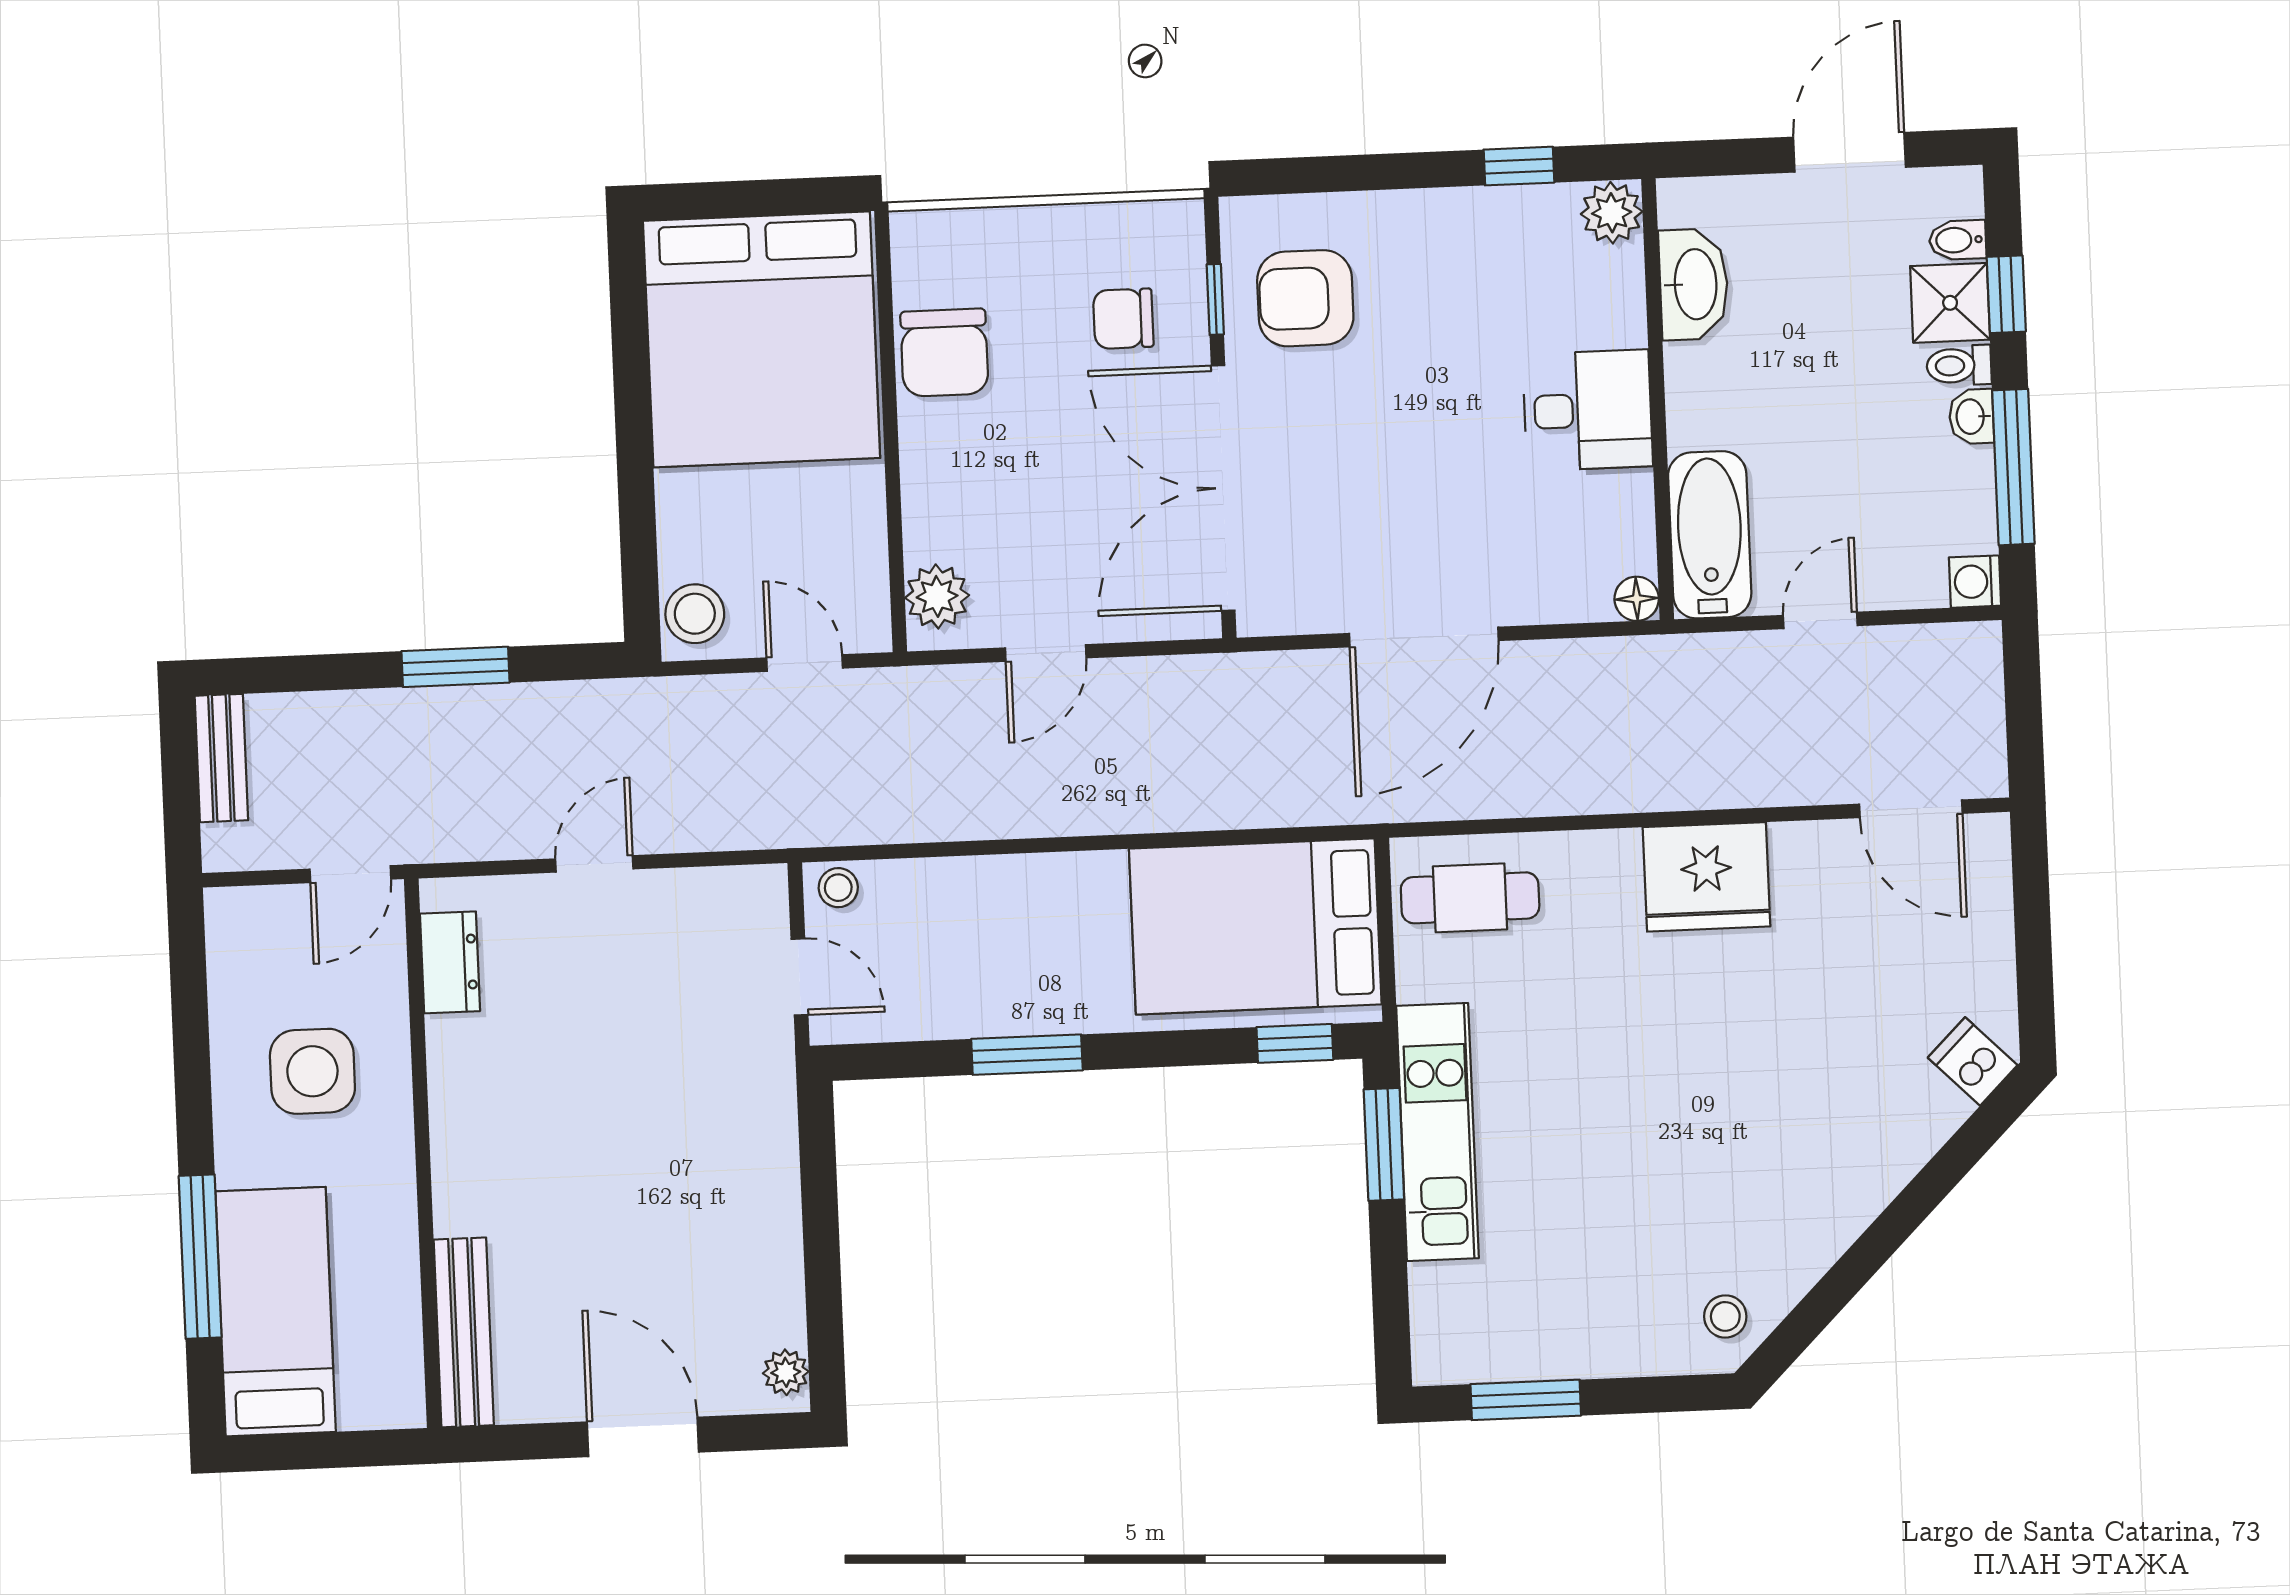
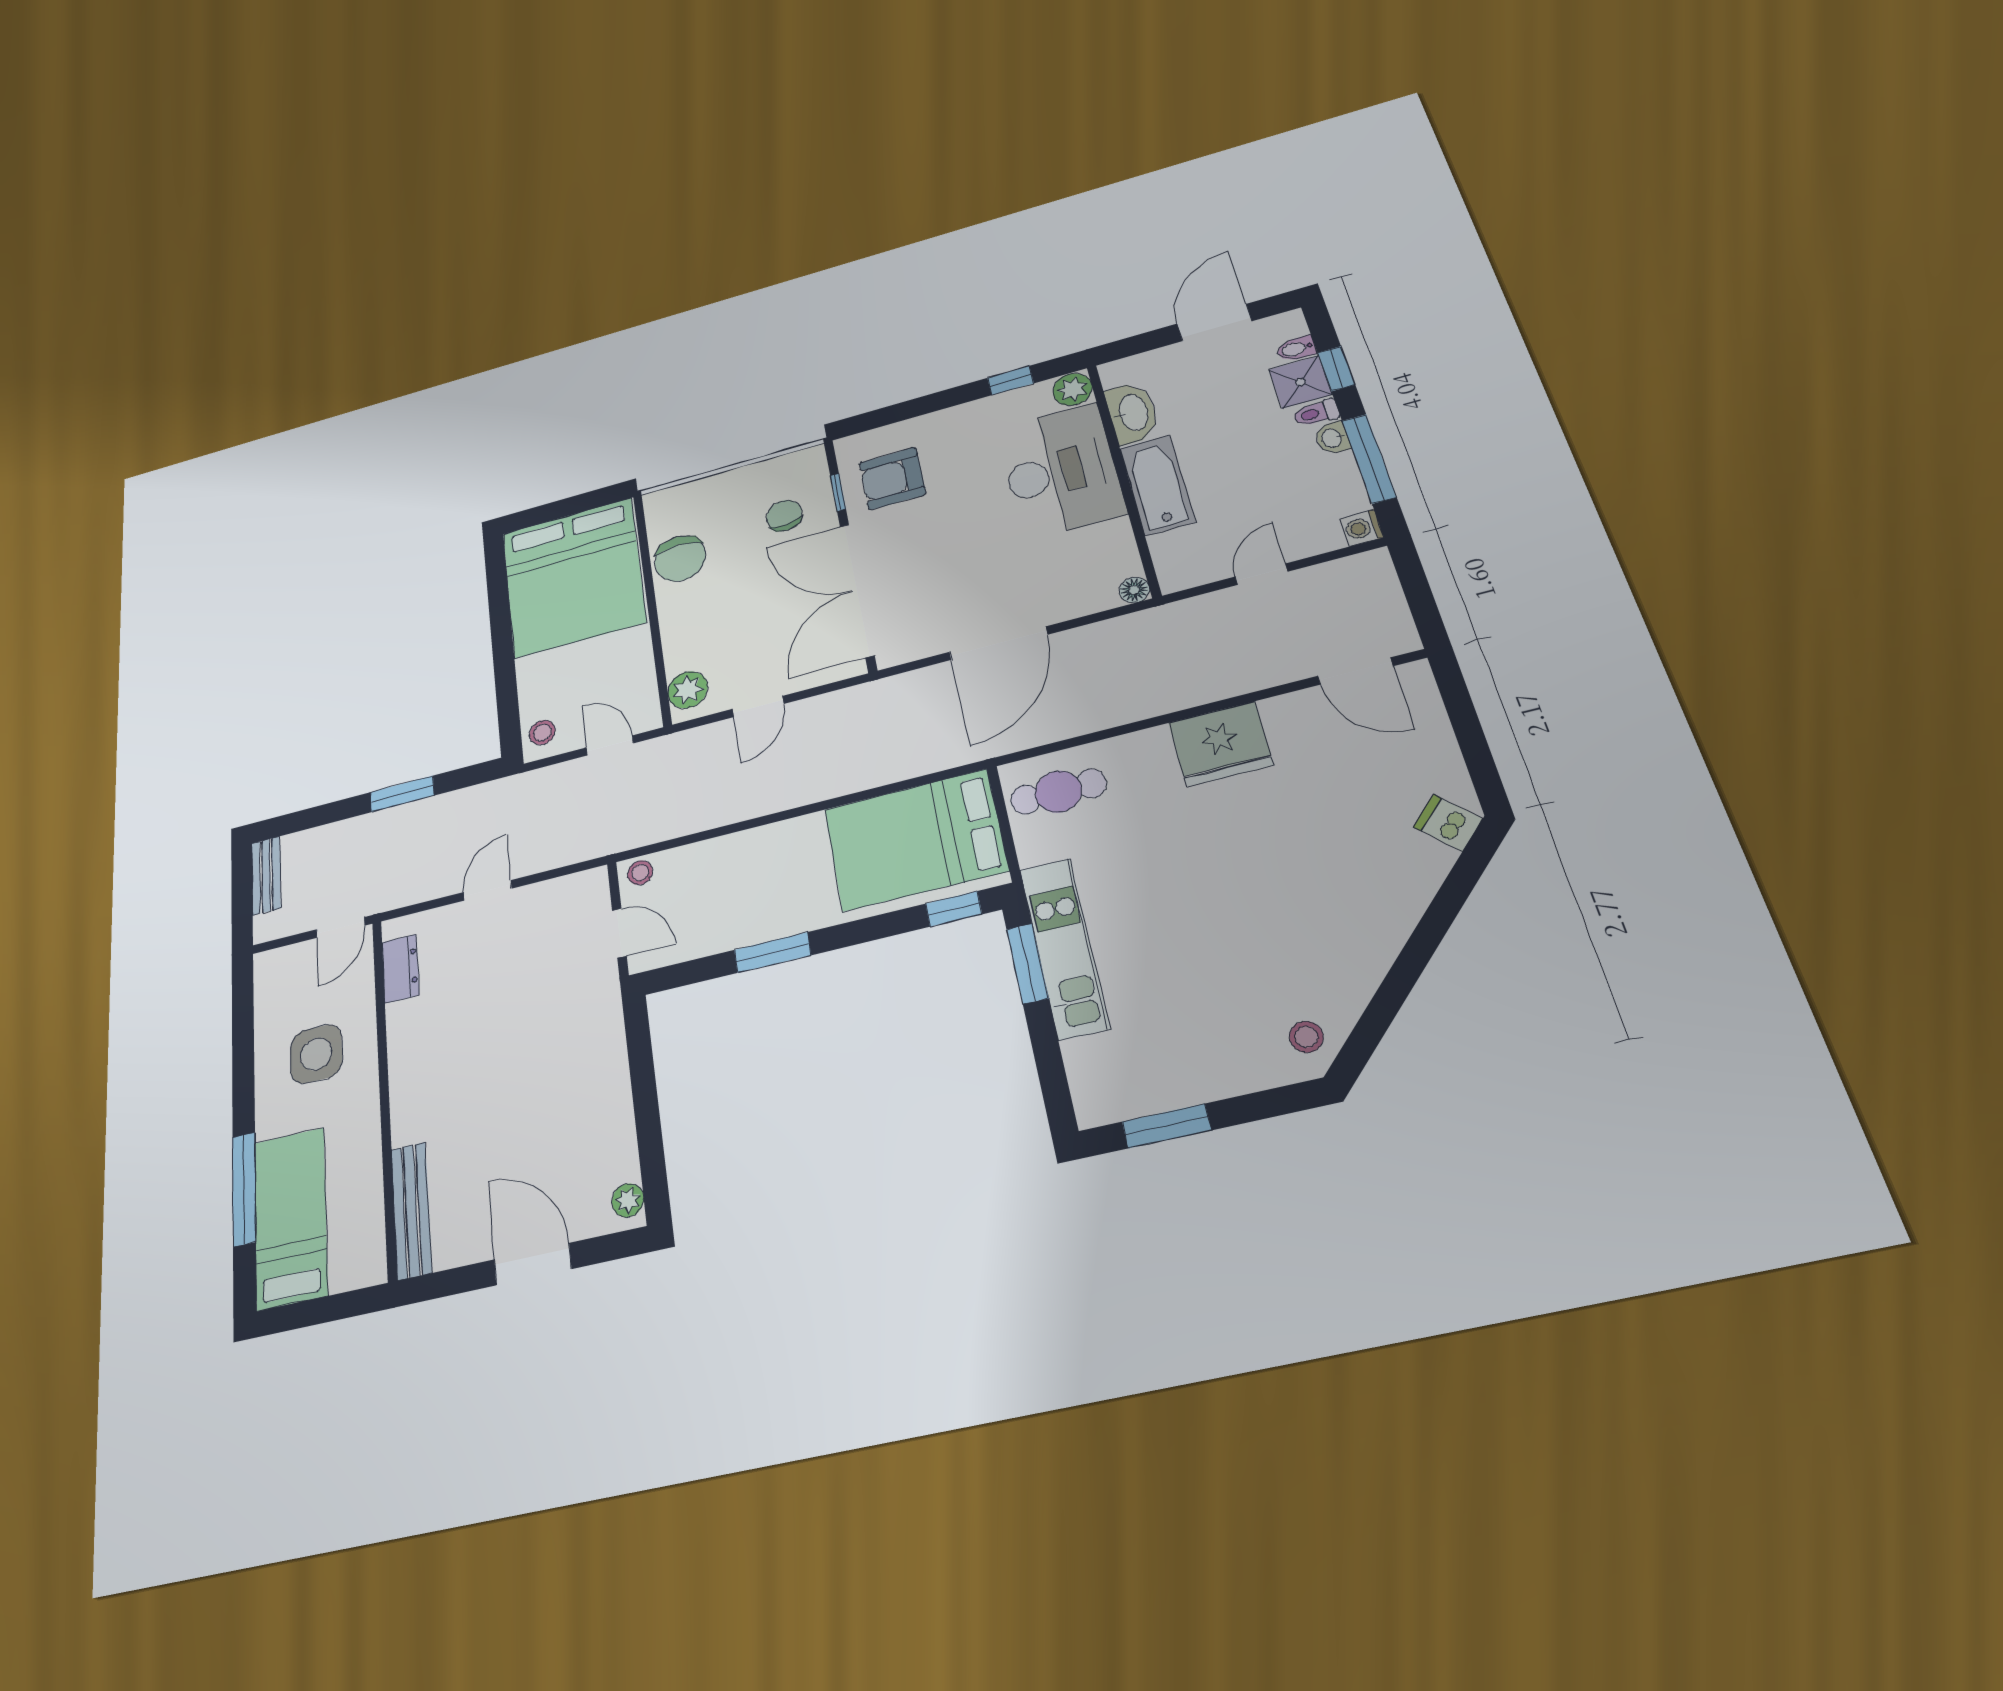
chair: (1123, 319) -> (784, 516), turned 84
desk: (1588, 410) -> (1061, 471), width x1.87, depth x1.30
bathtub: (1710, 535) -> (1157, 485), moved
stool: (695, 614) -> (542, 732), width x0.73, depth x0.73

